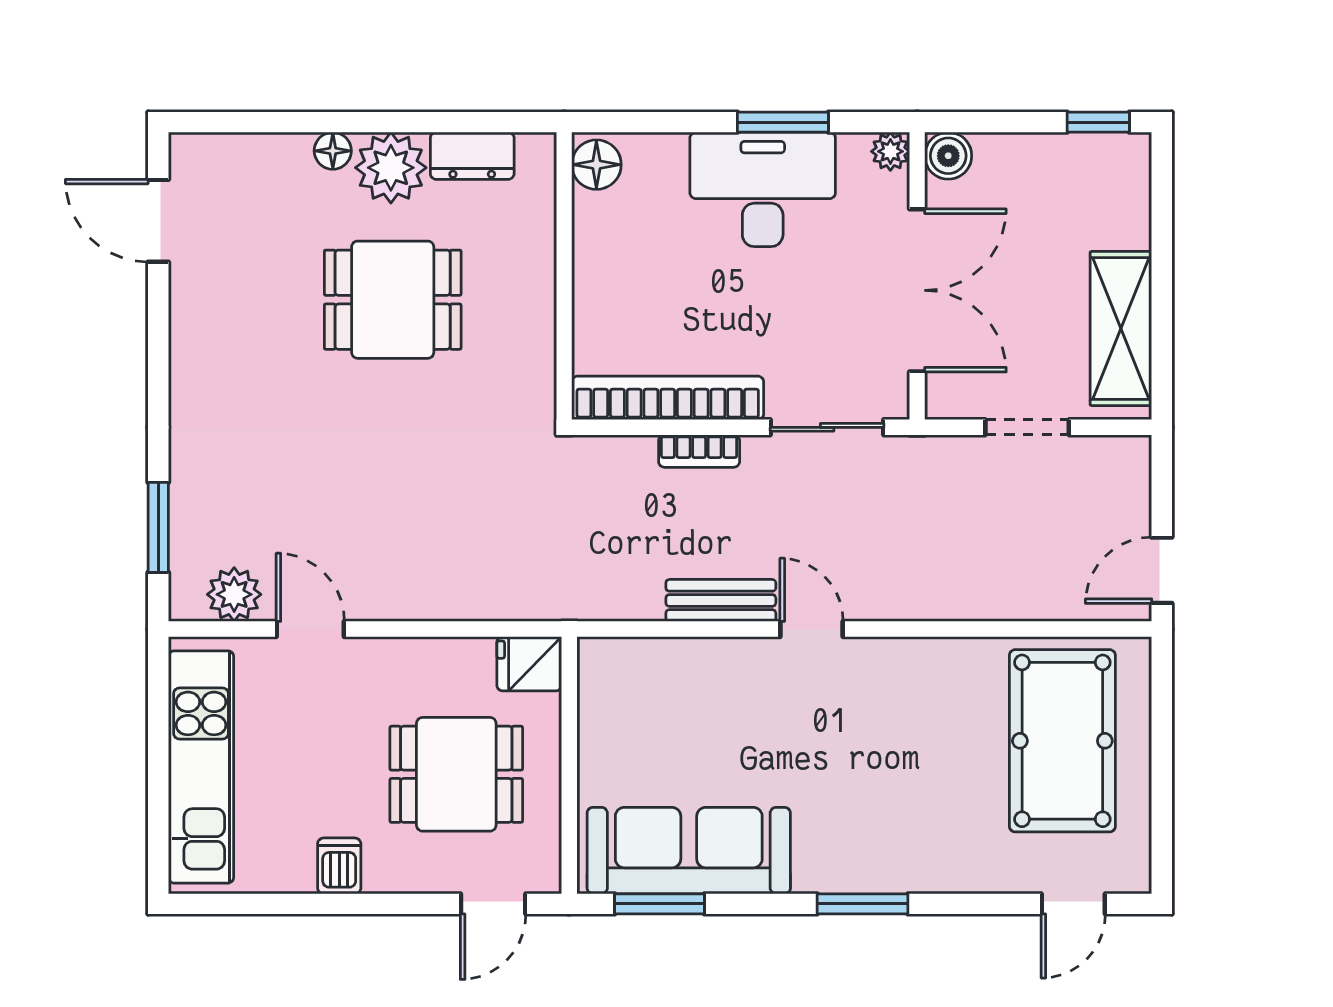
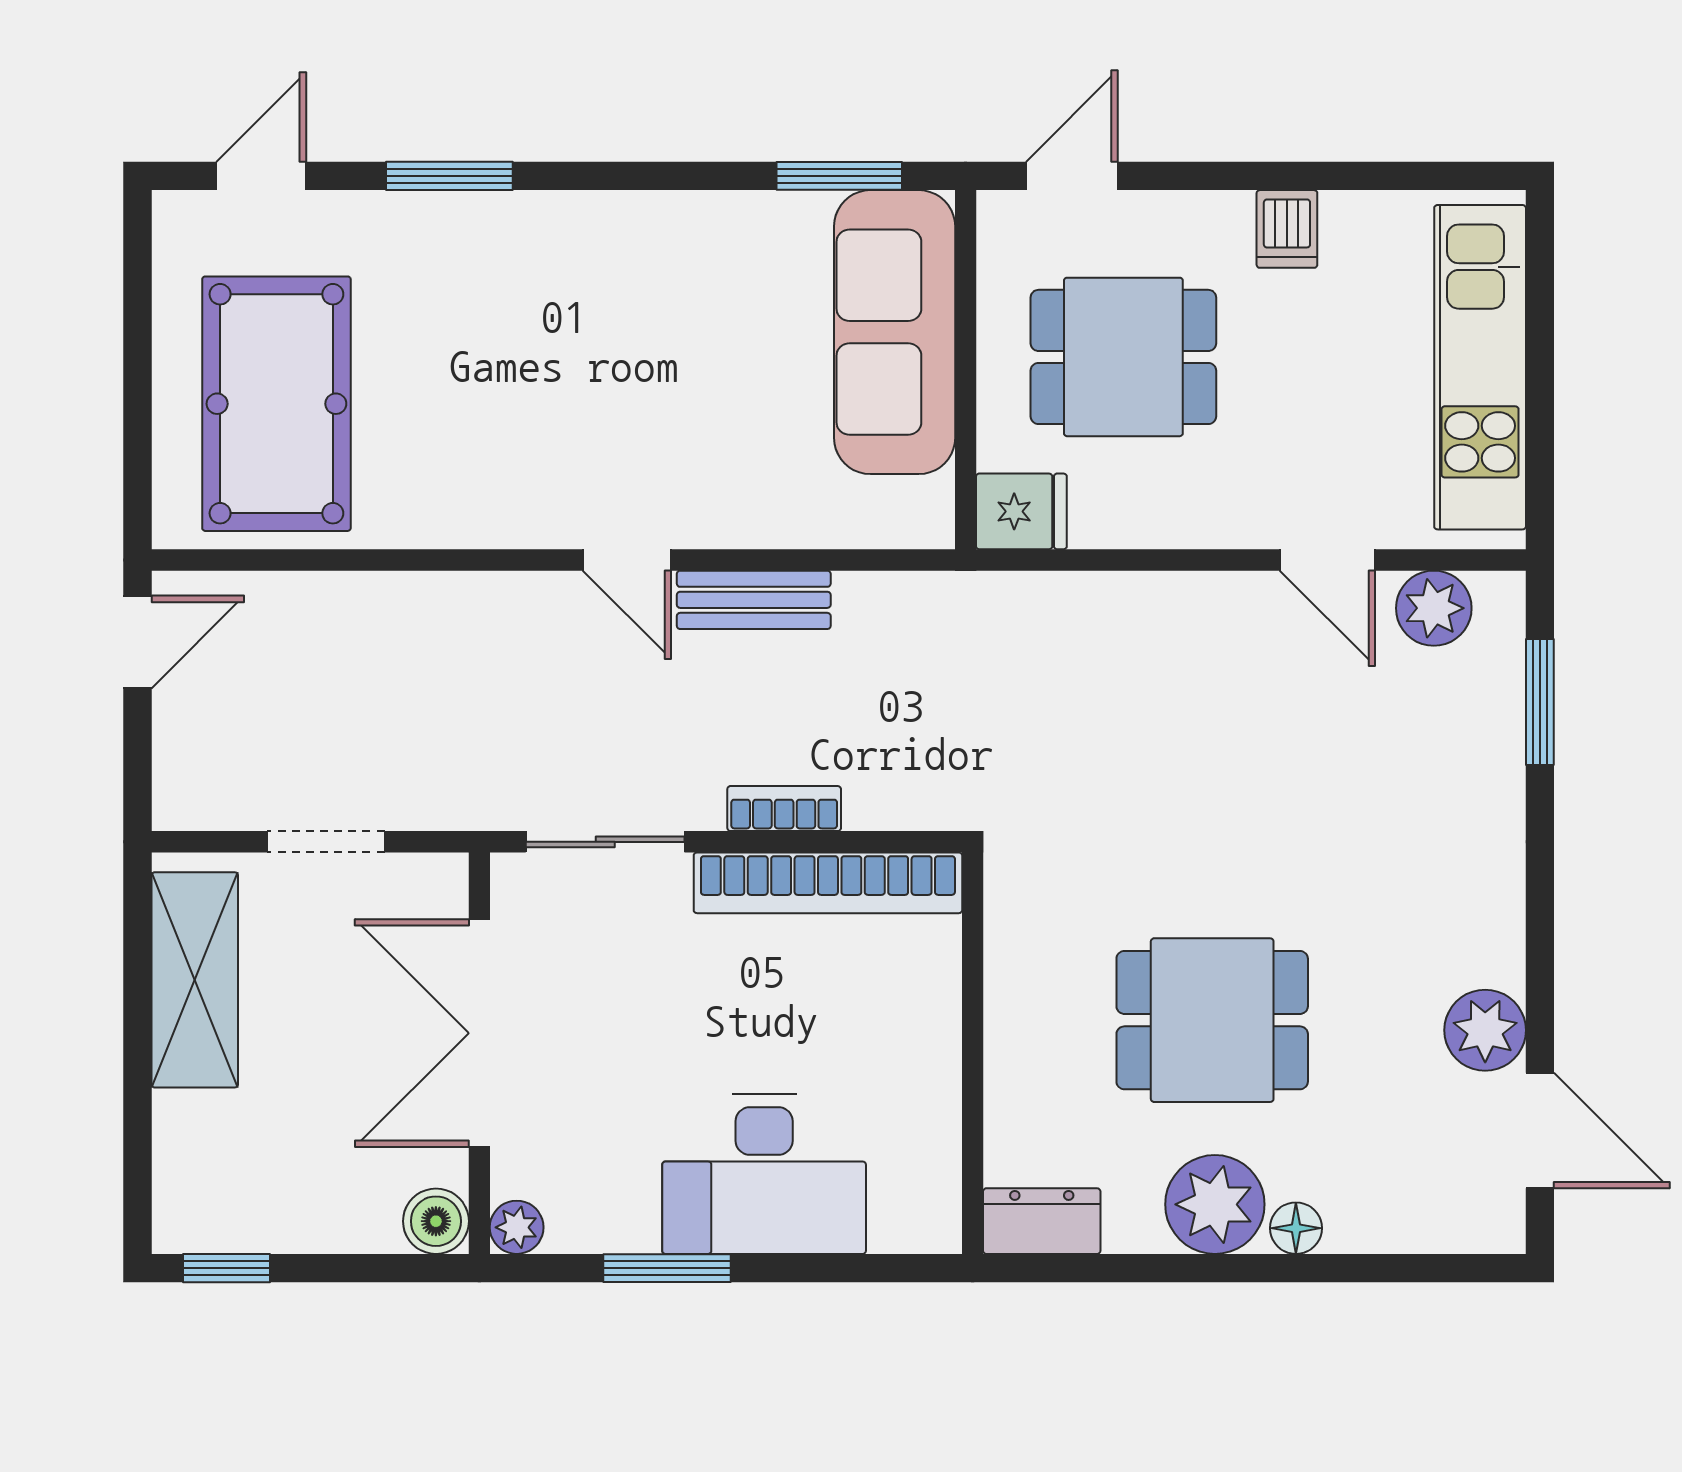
dresser: (472, 156) -> (1042, 1221), moved
floor lamp: (596, 165) -> (927, 1209), removed
desk: (763, 189) -> (764, 1174), moved
plant: (197, 292) -> (1485, 1030), added
sofa: (689, 851) -> (895, 332), moved, turned 90
window: (862, 904) -> (449, 176), moved

